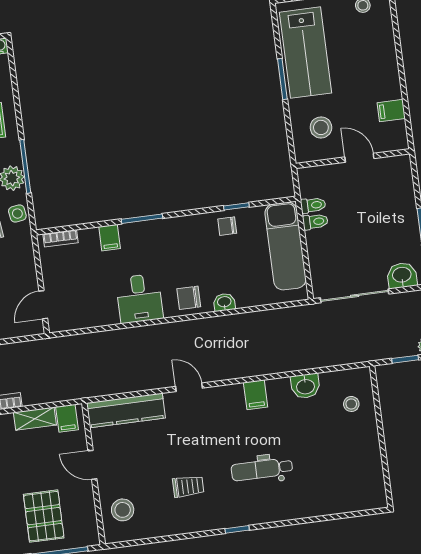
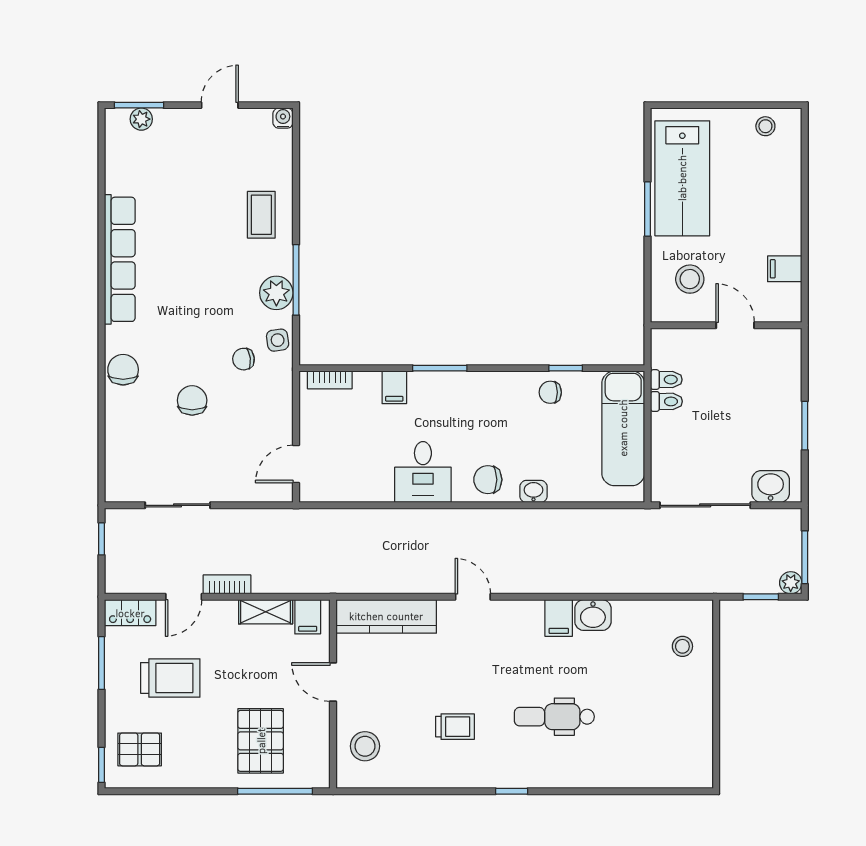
washbasin: (305, 386) -> (593, 615), moved

